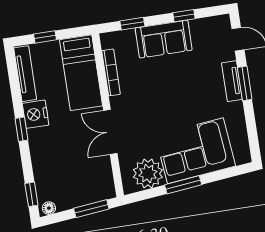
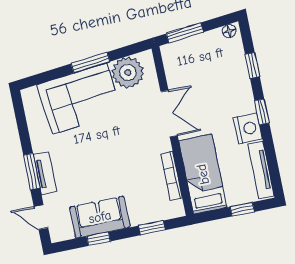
sofa: (164, 39) -> (100, 217), moved
window: (31, 194) -> (252, 65), moved

